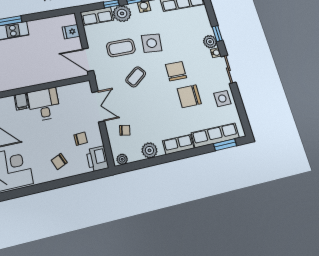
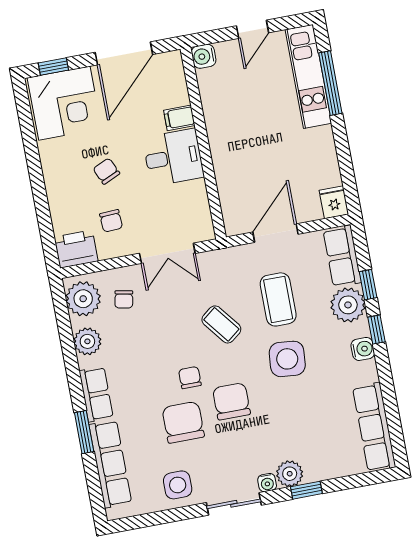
fridge: (71, 32) -> (334, 202), moved
door: (88, 60) -> (276, 233), moved
chair: (176, 71) -> (231, 401), turned -90
chair: (165, 93) -> (190, 378), added
window: (225, 145) -> (84, 432), moved
plant: (122, 159) -> (83, 299), width x1.88, depth x1.88
chair: (59, 161) -> (106, 171), moved

